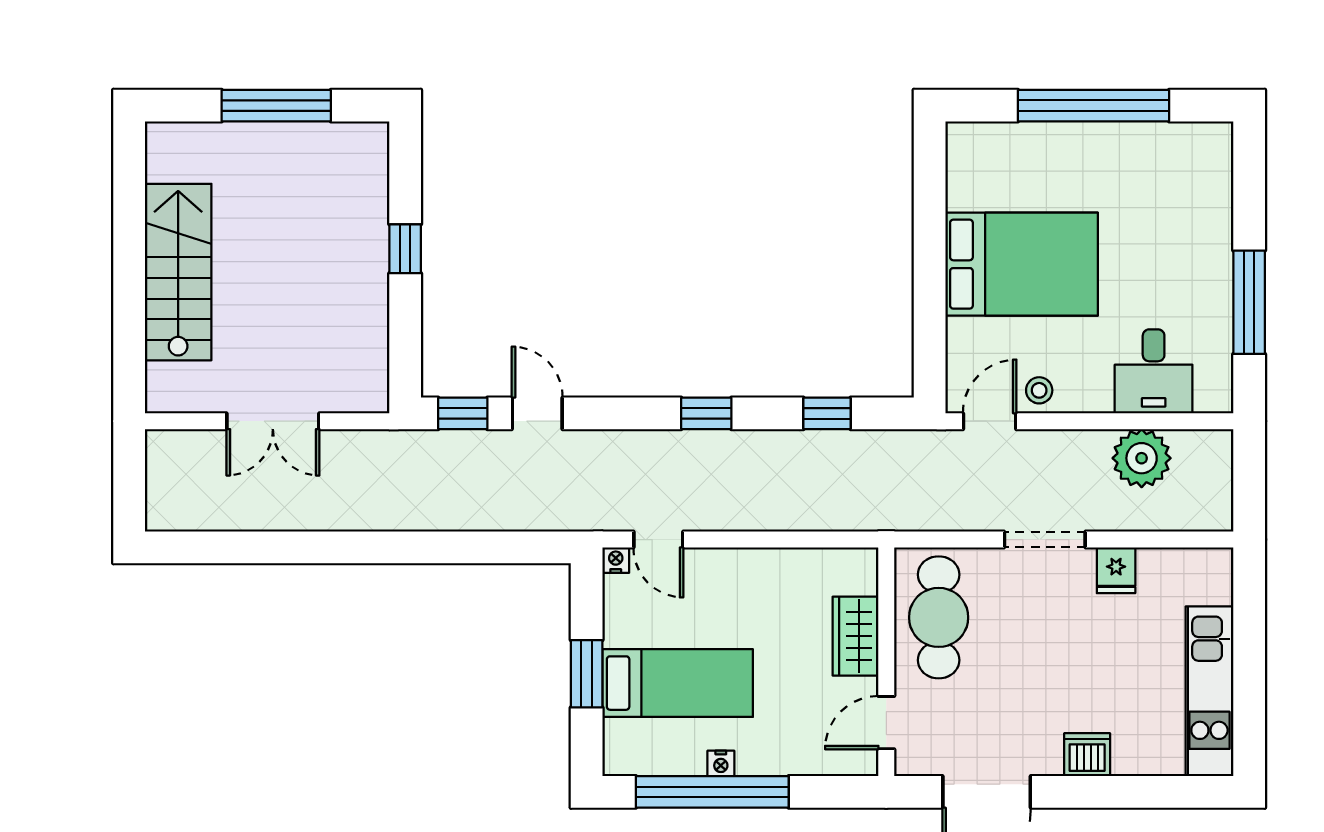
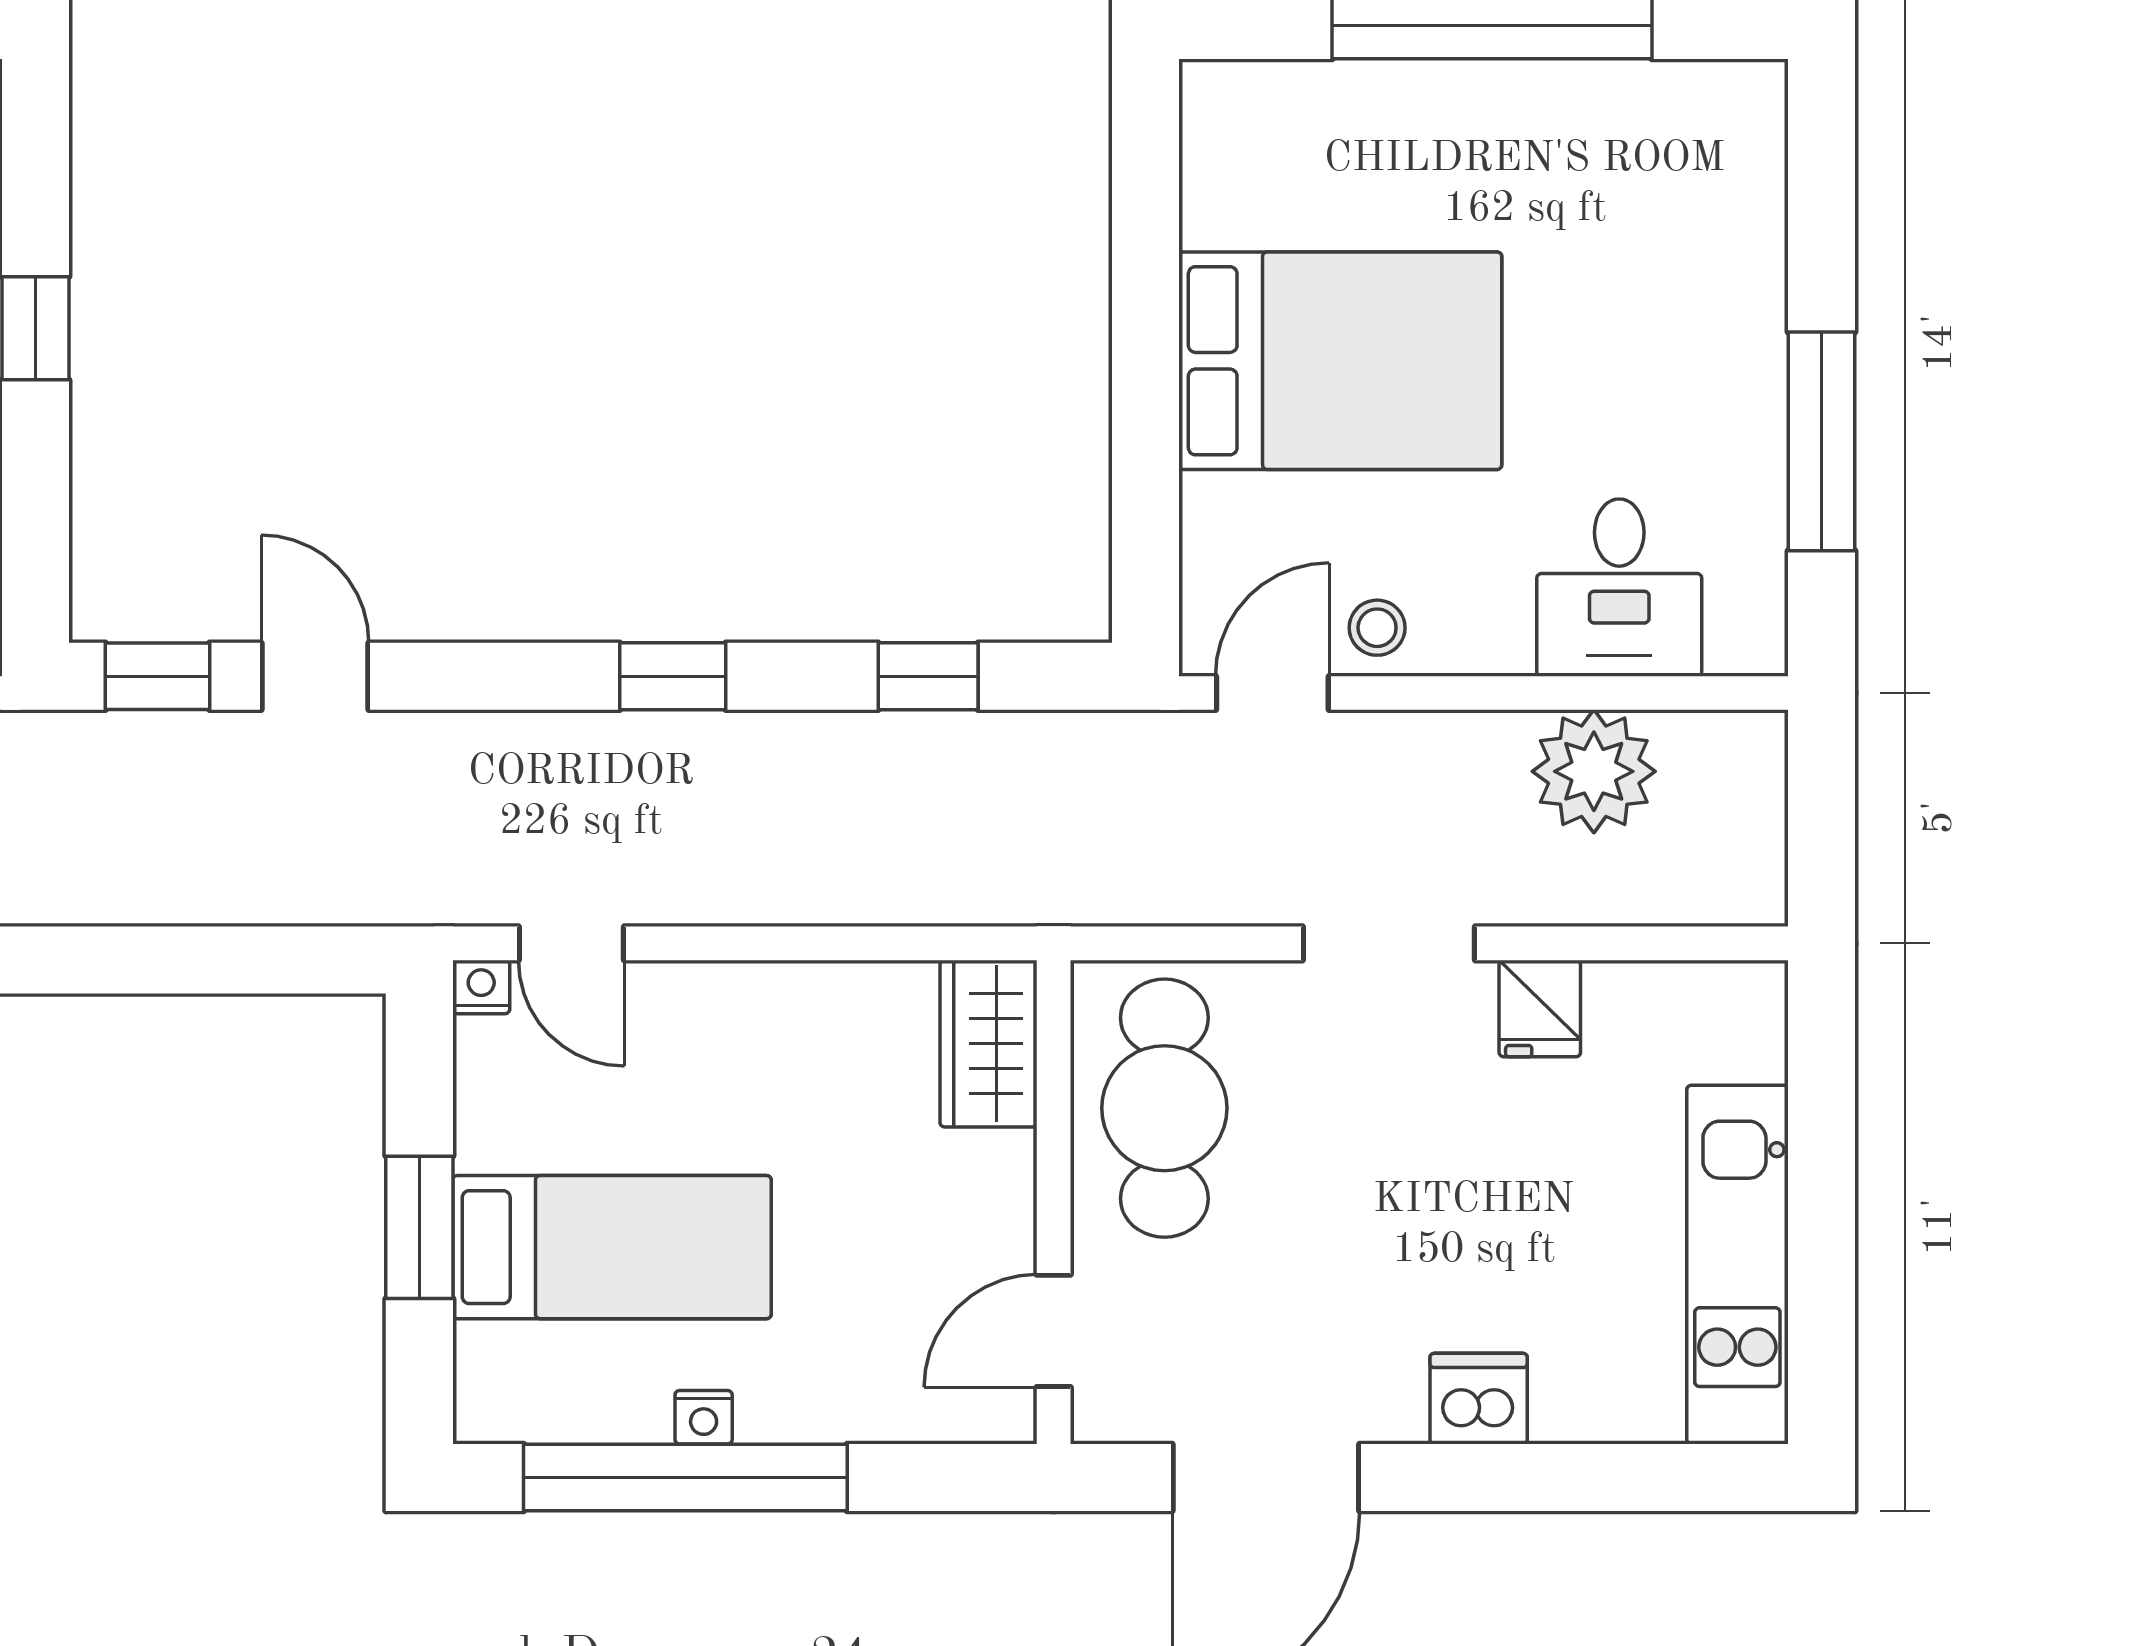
wardrobe: (856, 636) -> (989, 1044), moved

